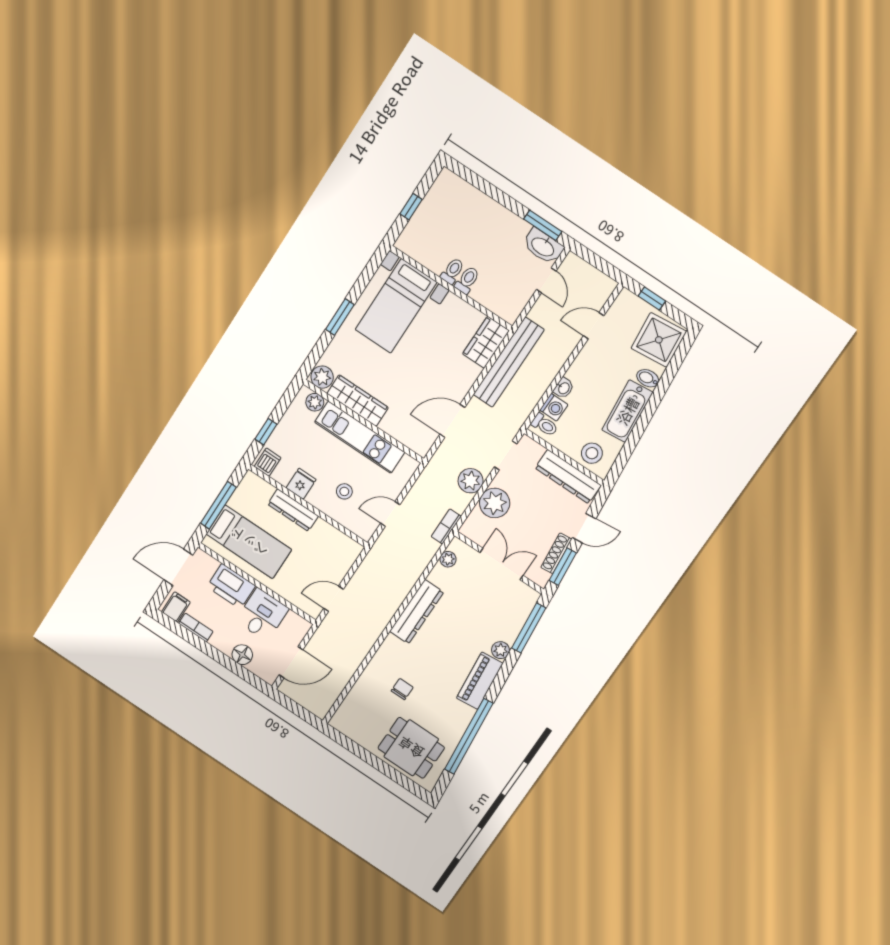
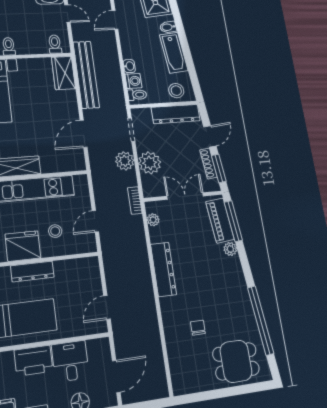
toilet: (467, 280) -> (55, 44), moved
fridge: (301, 484) -> (23, 246), width x1.88, depth x1.34
piano: (480, 681) -> (220, 221), moved

